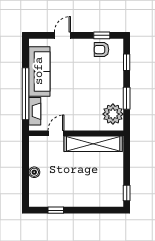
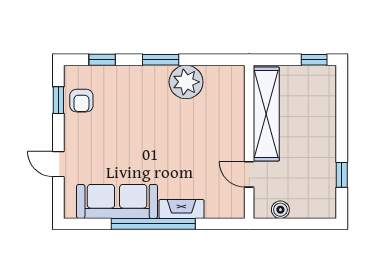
door: (56, 133) -> (249, 174), moved
wall: (76, 133) -> (249, 142), moved
shelving: (93, 144) -> (266, 114), moved

